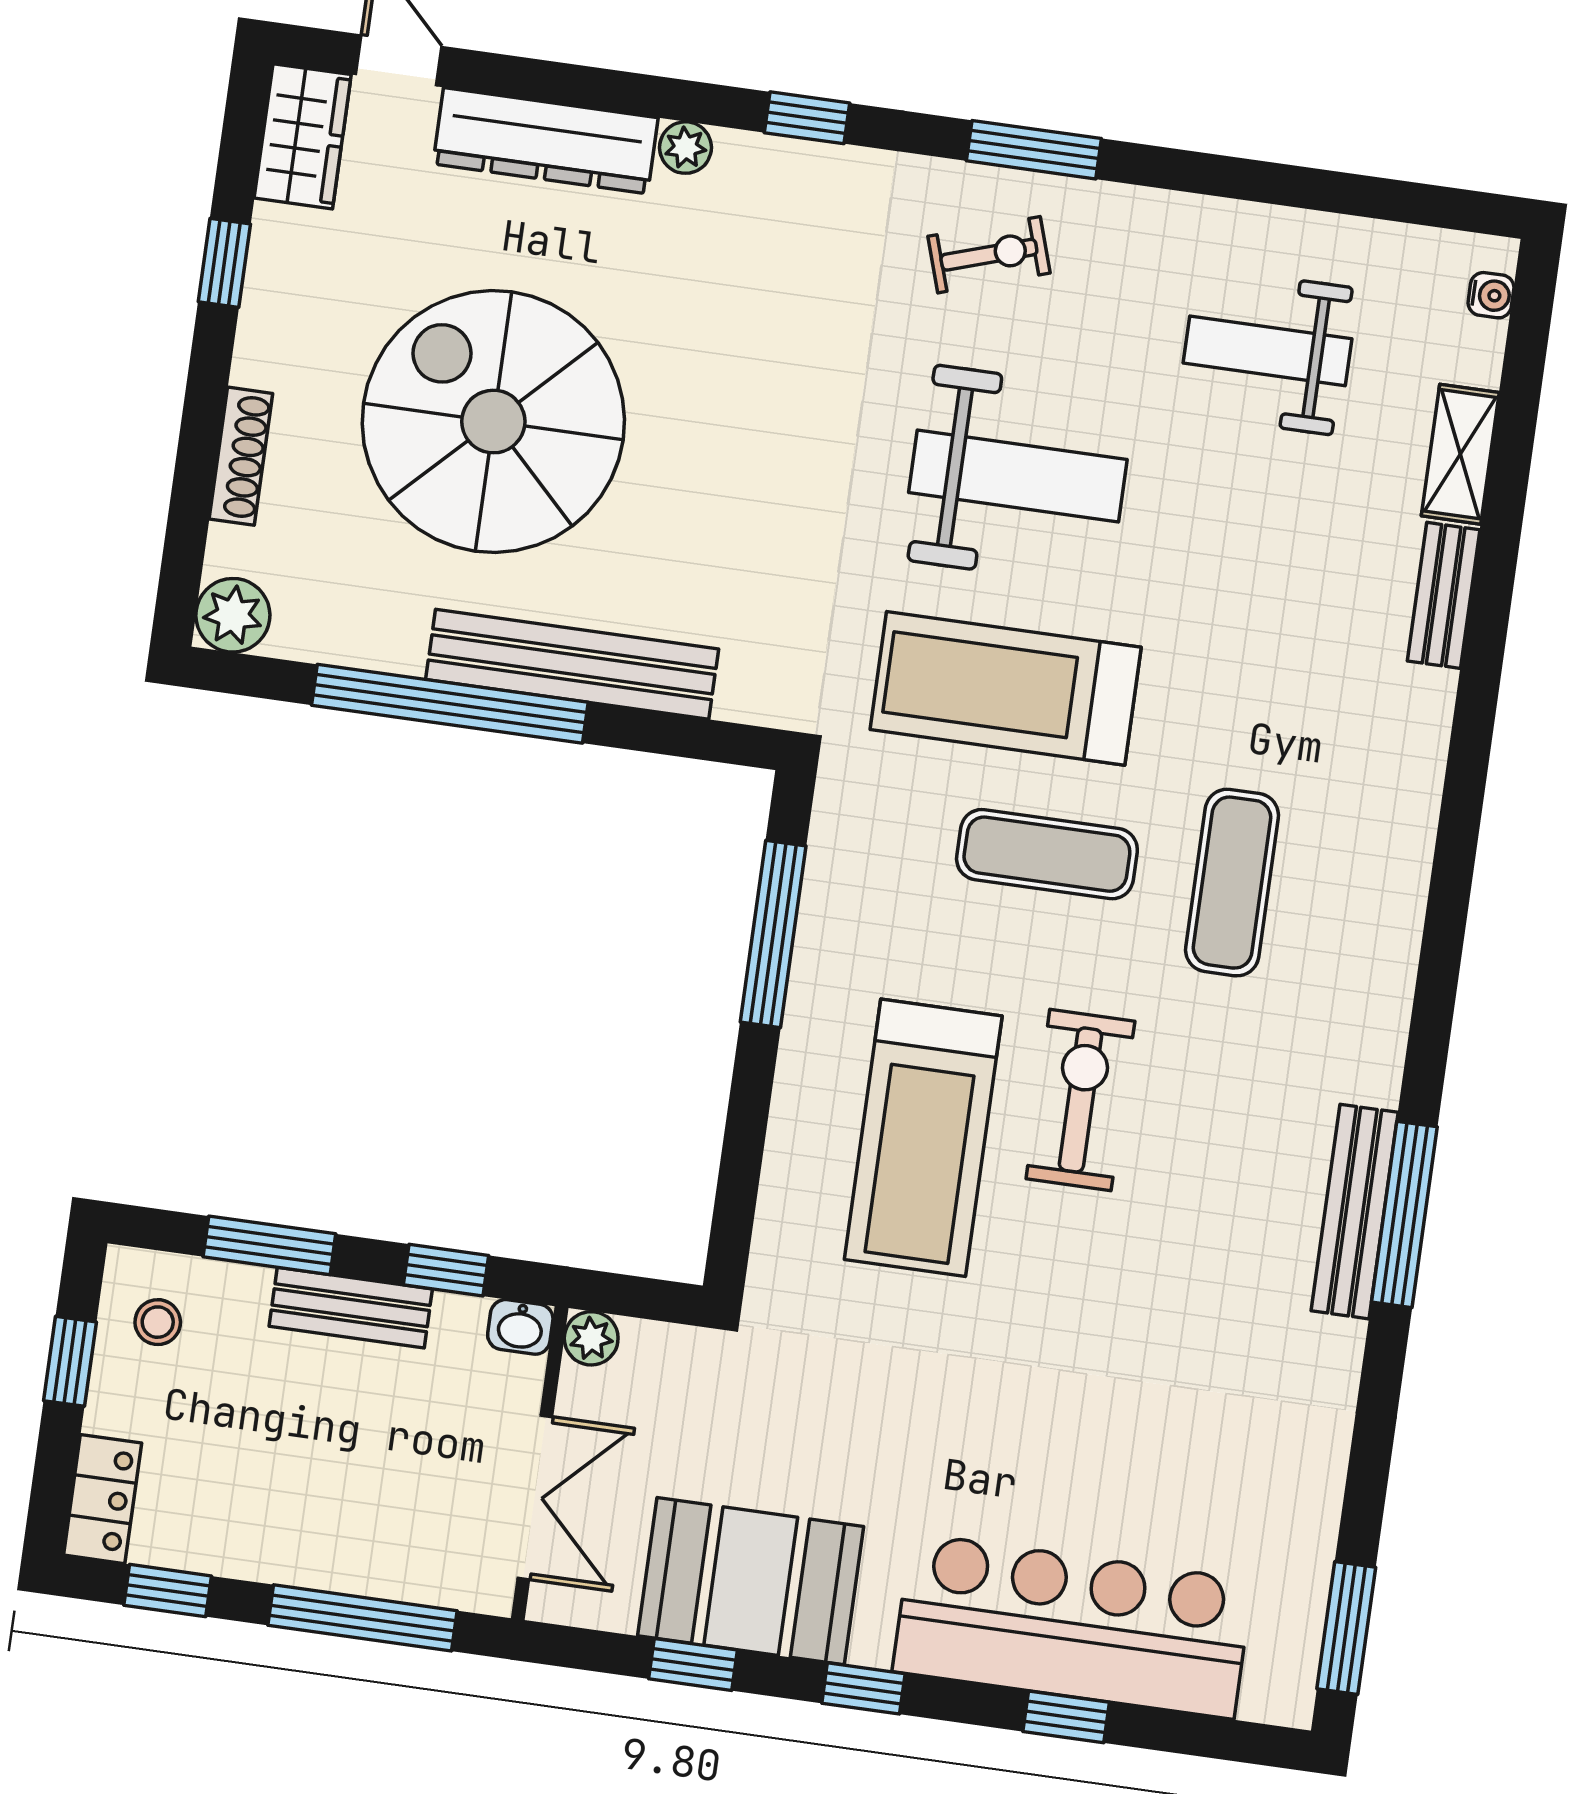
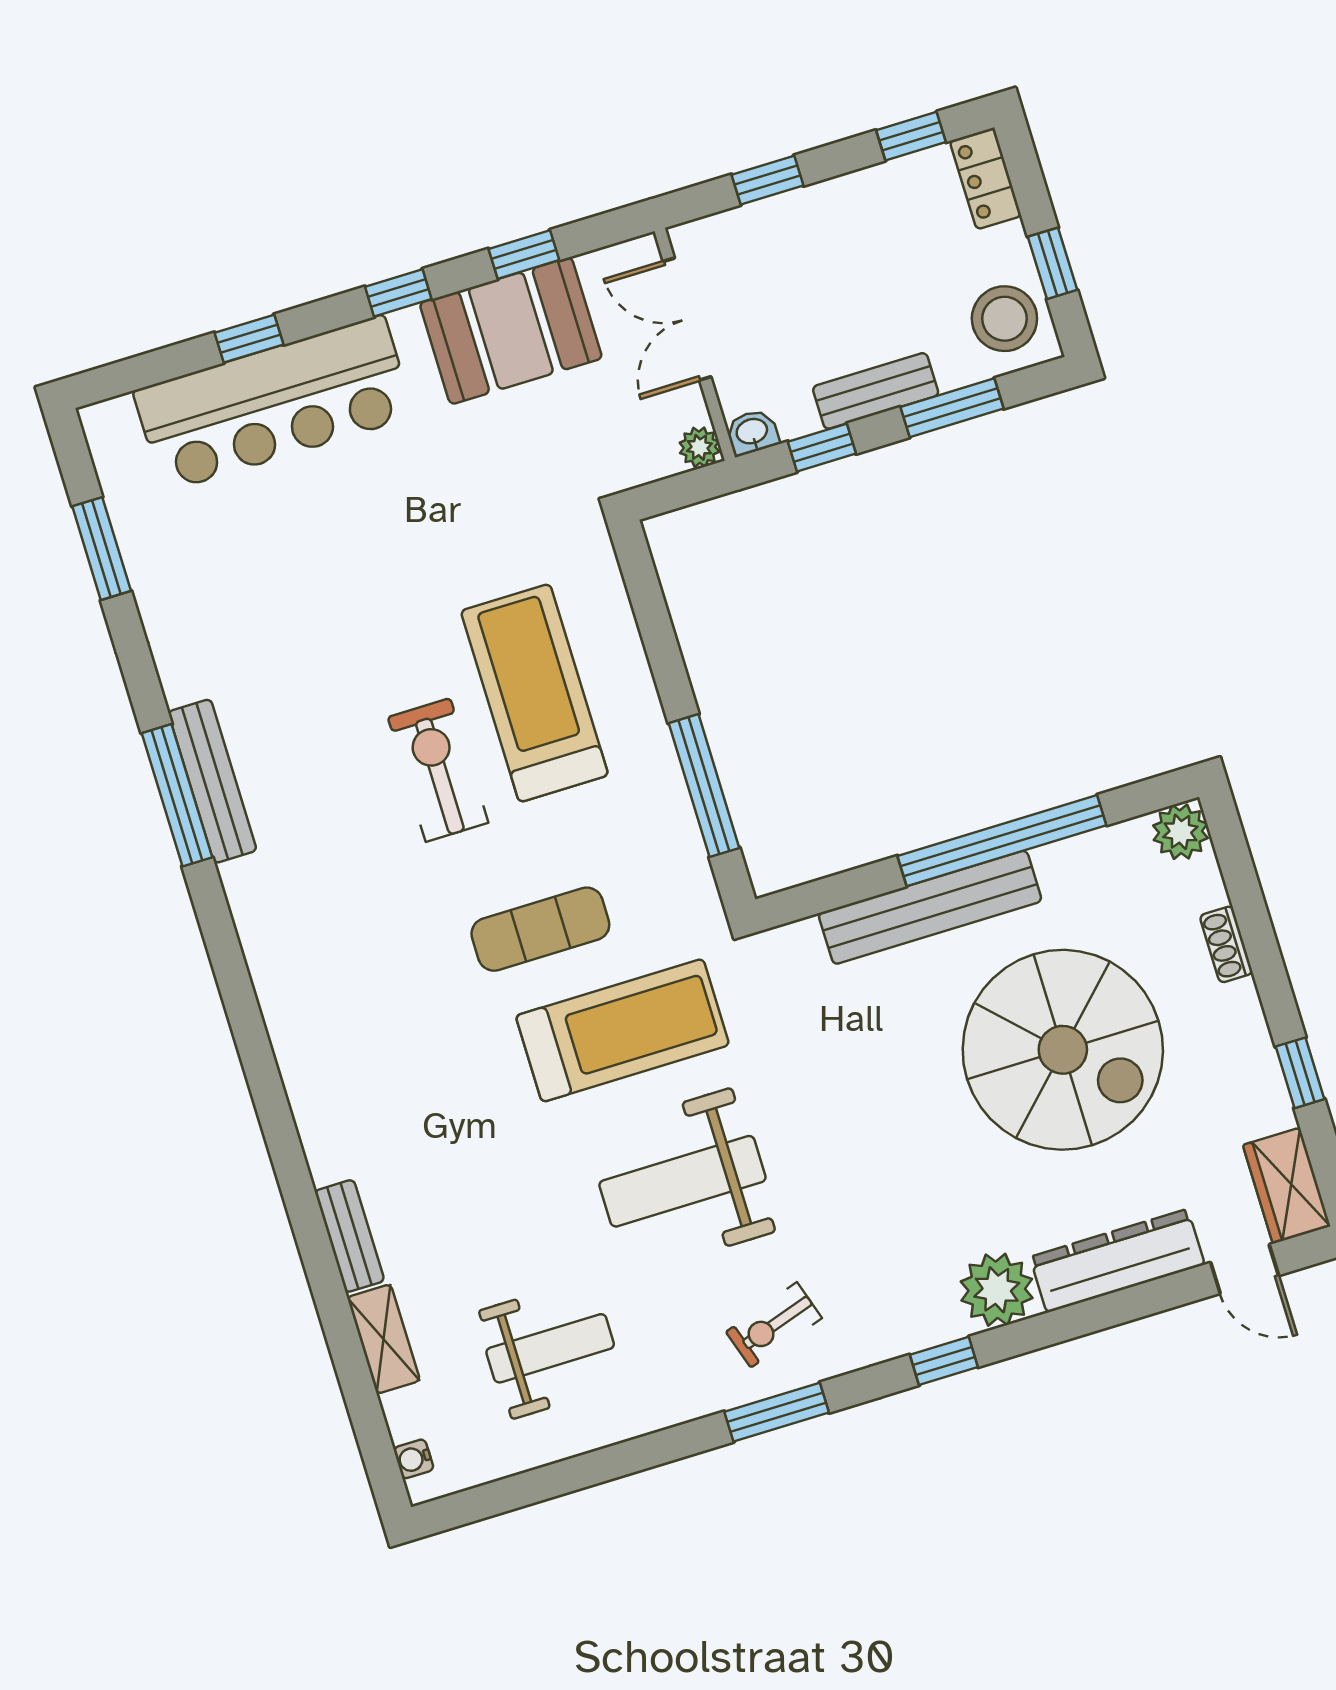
plant: (685, 148) -> (997, 1290), width x1.87, depth x1.87
shoe rack: (241, 456) -> (1226, 944), width x0.70
exercise mat: (1232, 883) -> (403, 969), removed
exercise bike: (1080, 1100) -> (438, 770), turned 180
stool: (158, 1322) -> (1004, 319), width x1.89, depth x1.89
window: (362, 1618) -> (767, 180), width x0.46
window: (1346, 1628) -> (102, 549), moved

